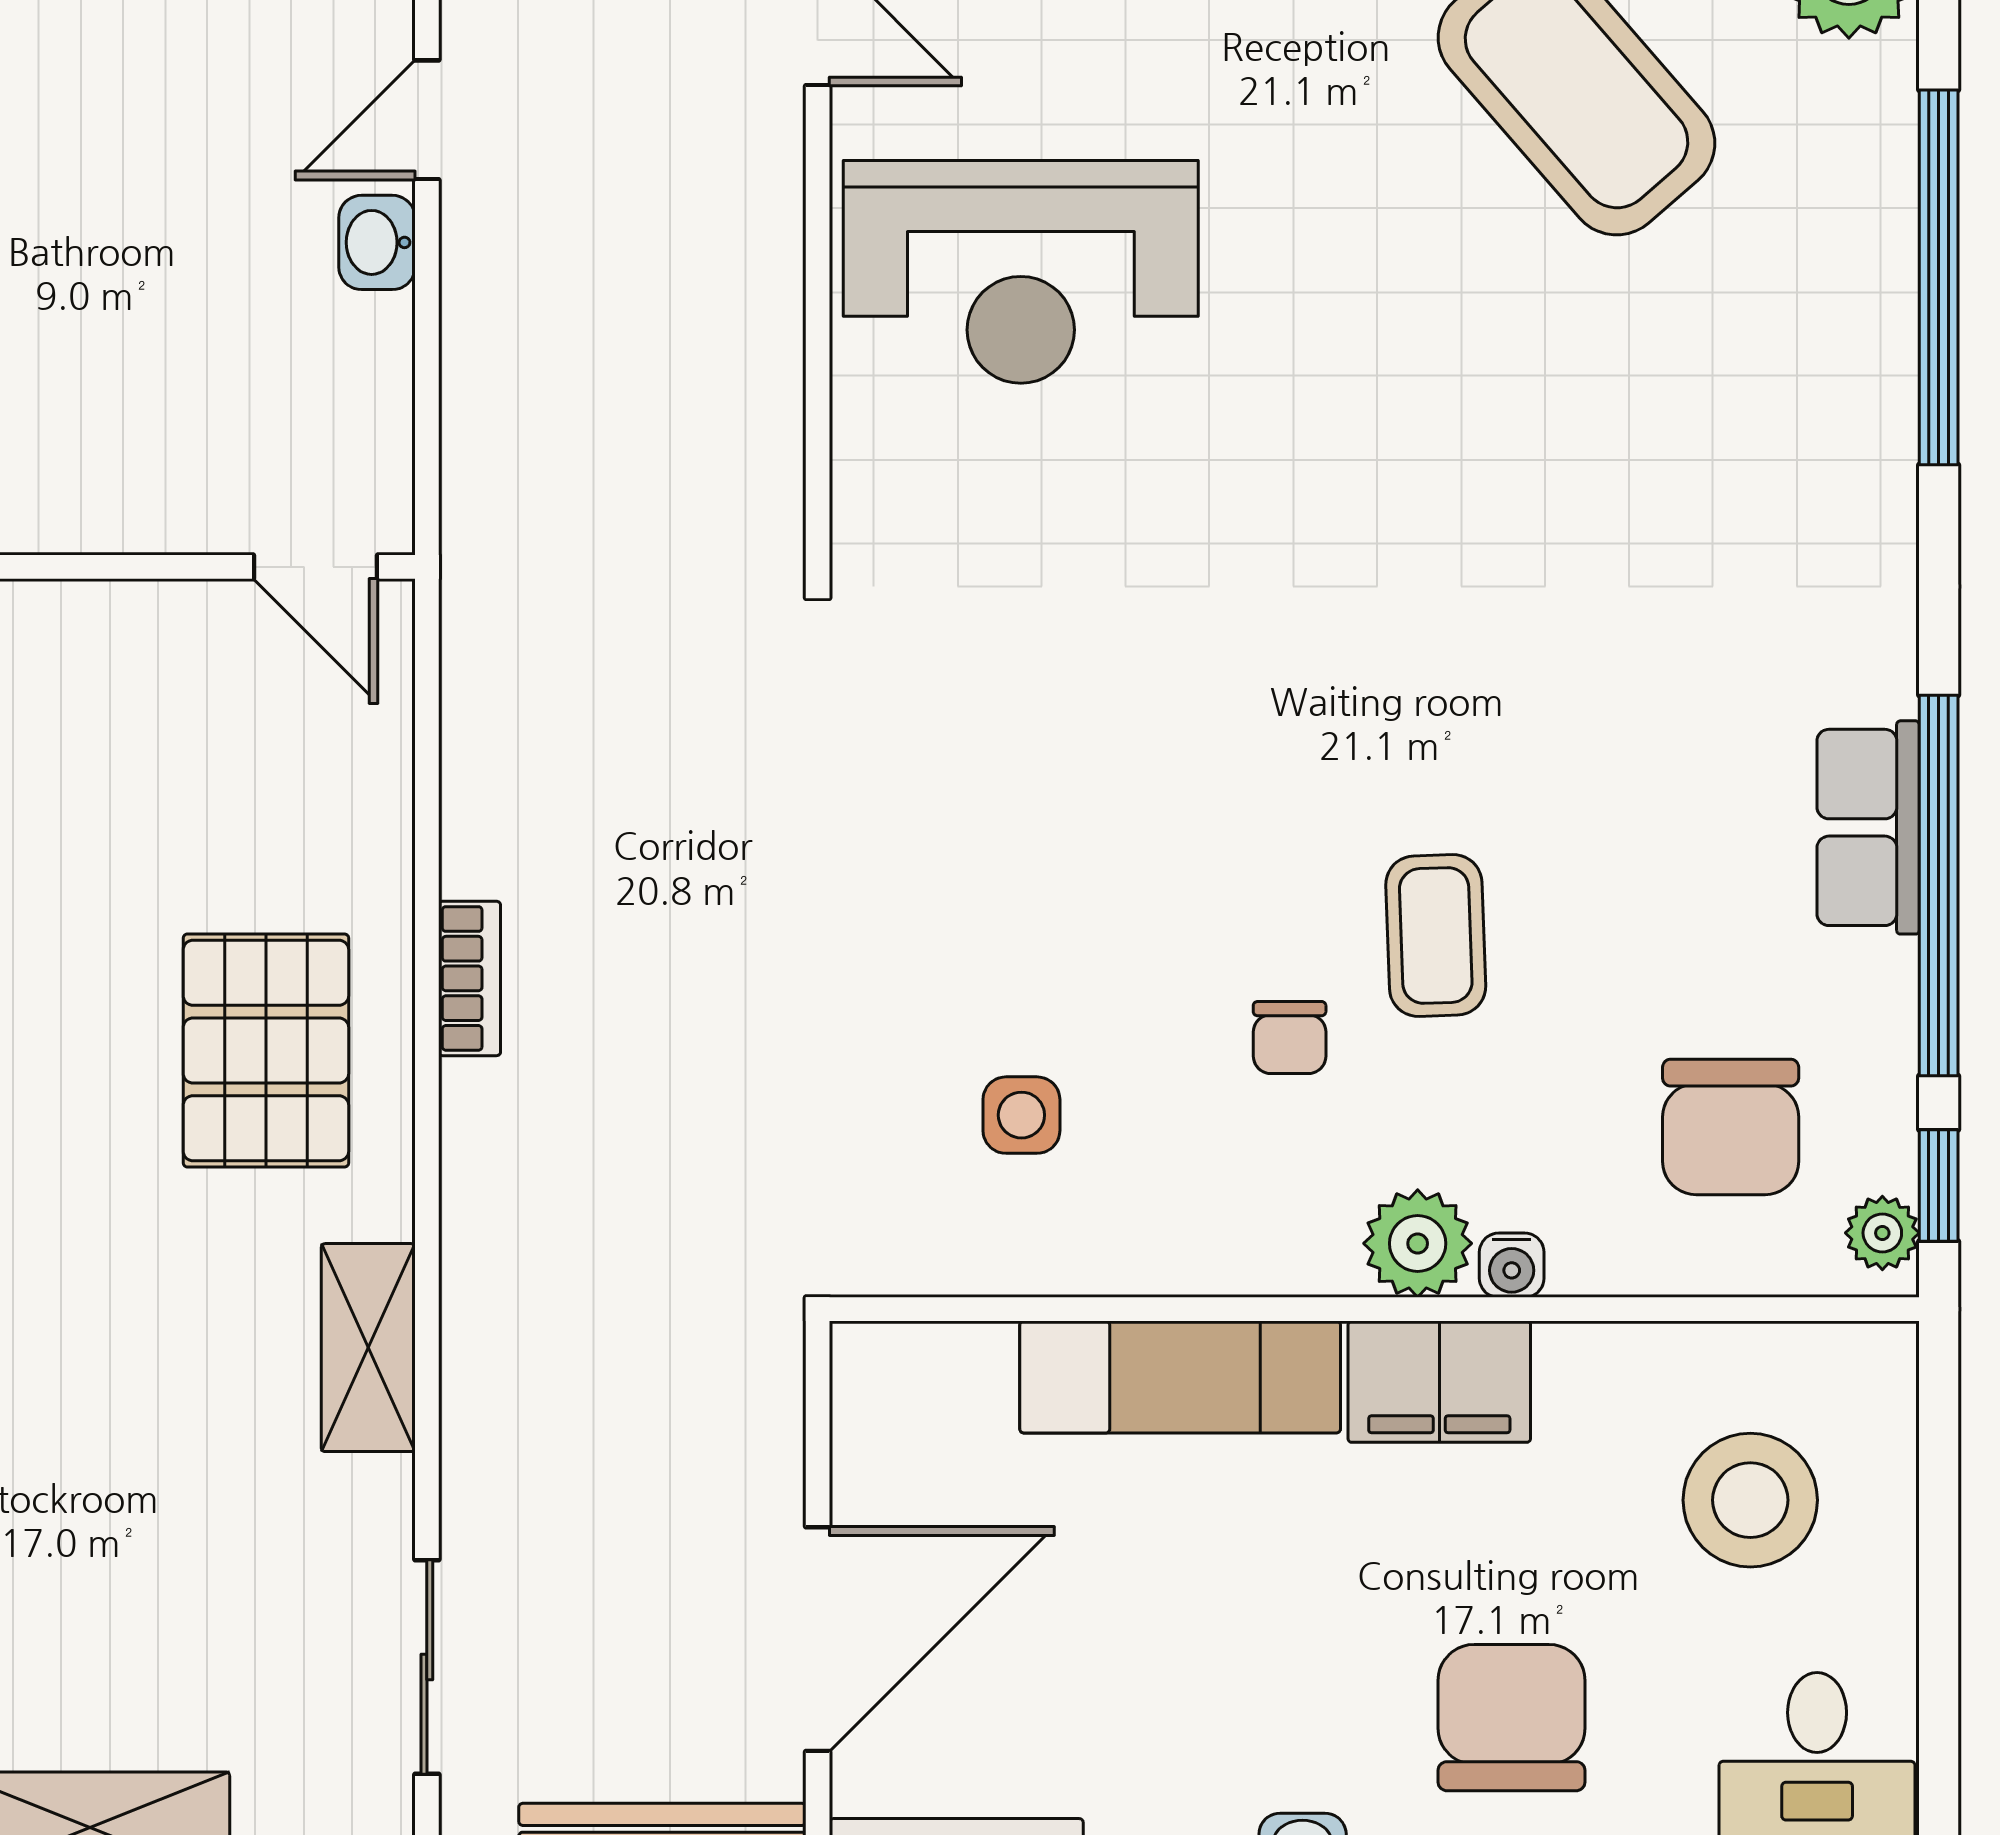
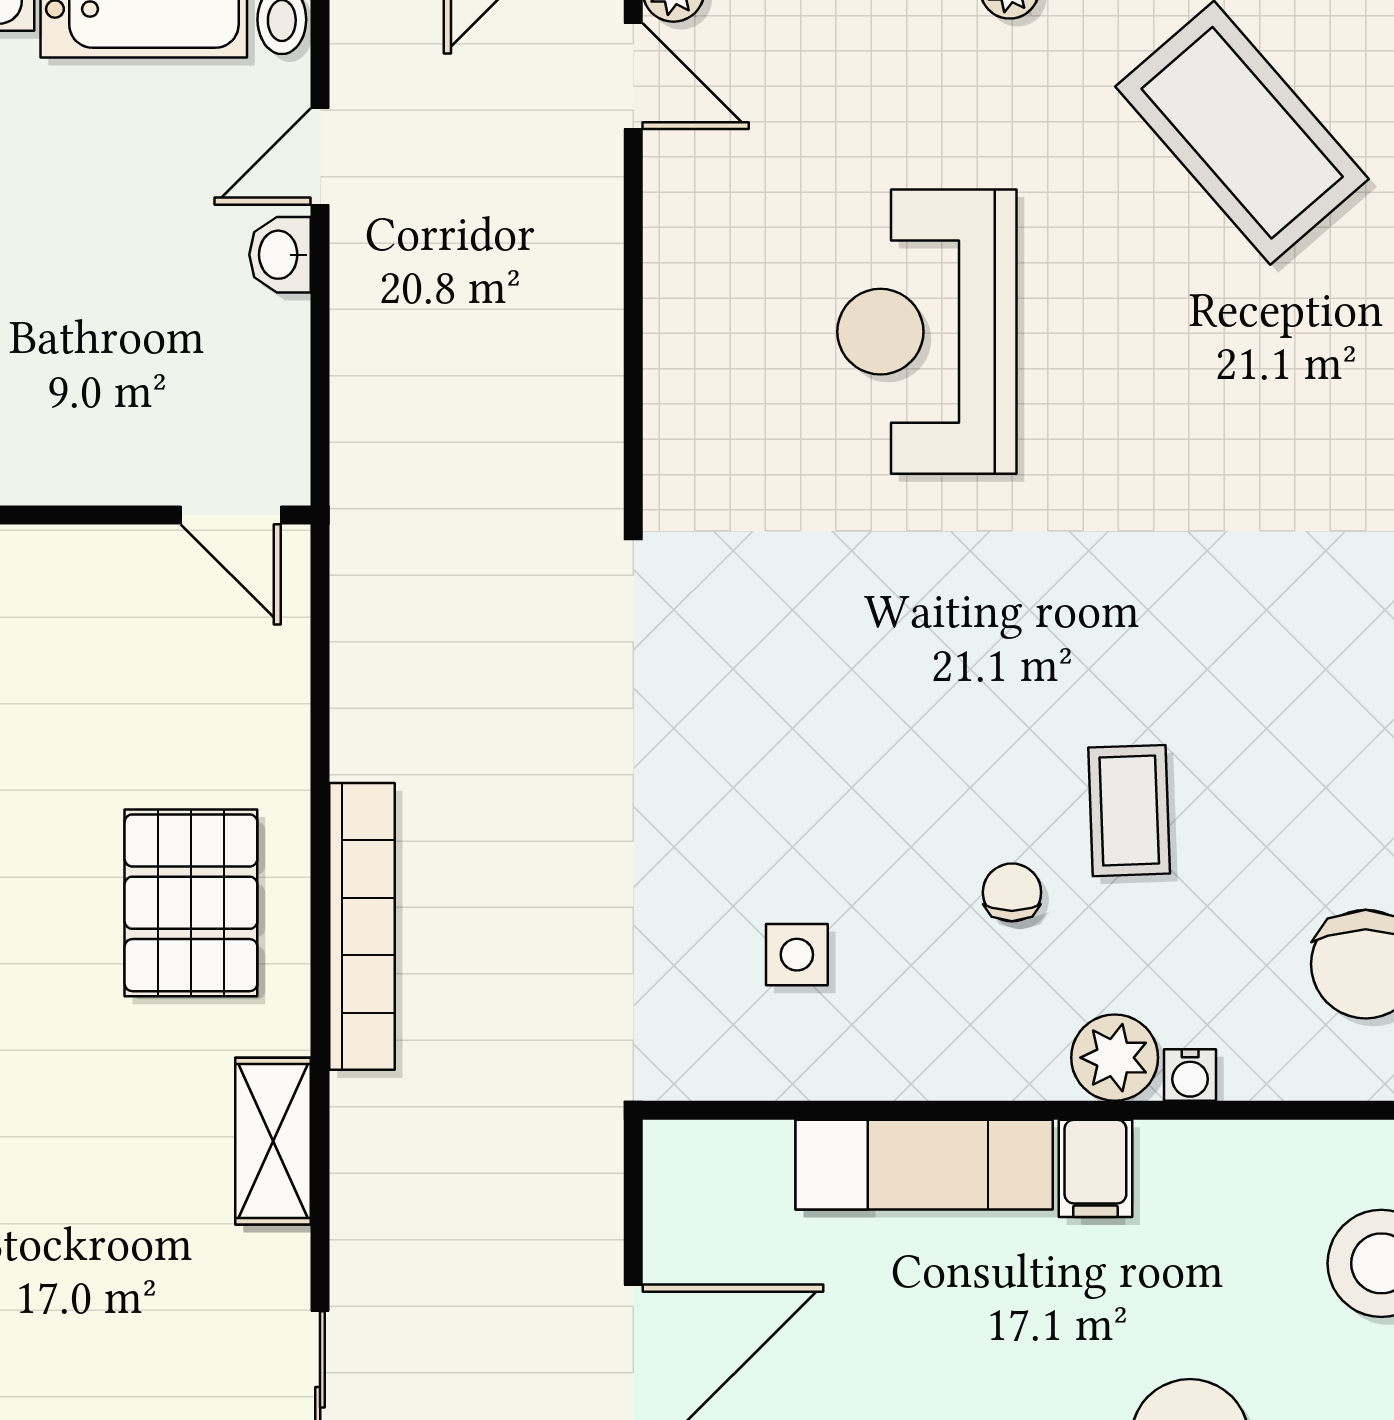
reception desk: (1021, 272) -> (927, 332), moved, turned 90
bookcase: (470, 978) -> (362, 926), width x2.31, depth x1.31
chair: (1290, 1038) -> (1012, 892), turned 180
filing cabinet: (1439, 1382) -> (1095, 1168), width x0.50

